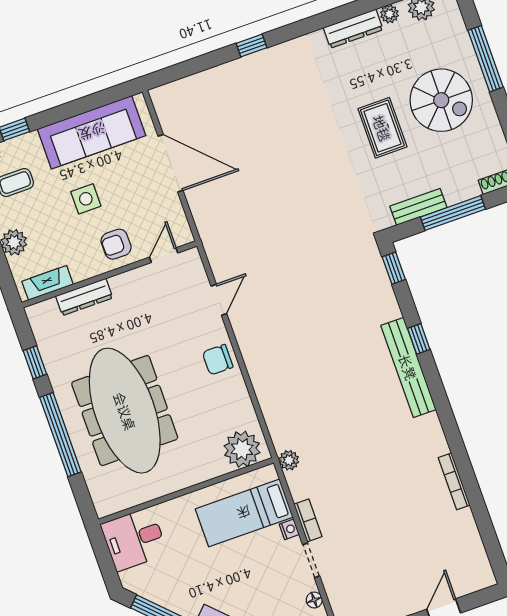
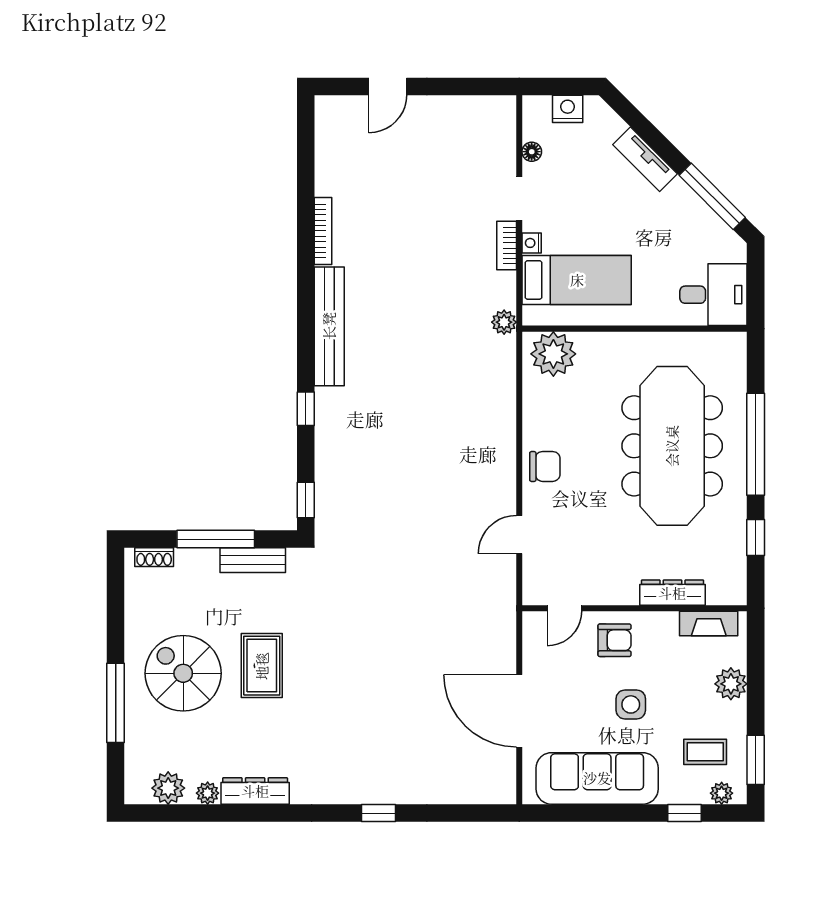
bench: (408, 367) -> (329, 326), moved

